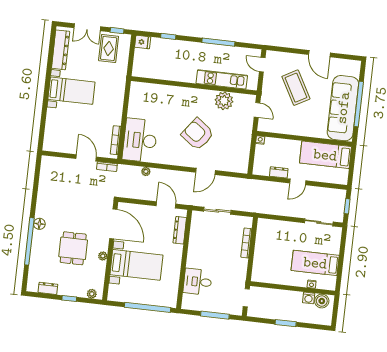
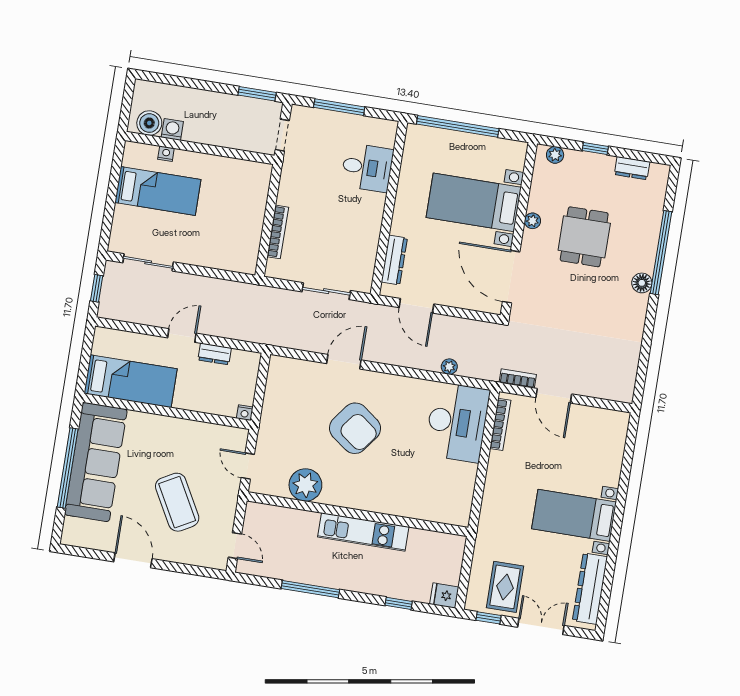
kitchen unit: (222, 79) -> (363, 532), moved
window: (286, 323) -> (257, 94), moved

